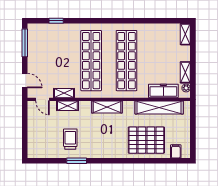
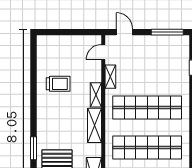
door: (25, 81) -> (124, 32), swing flipped
shelving: (67, 106) -> (96, 95), moved
window: (77, 161) -> (34, 148), moved

